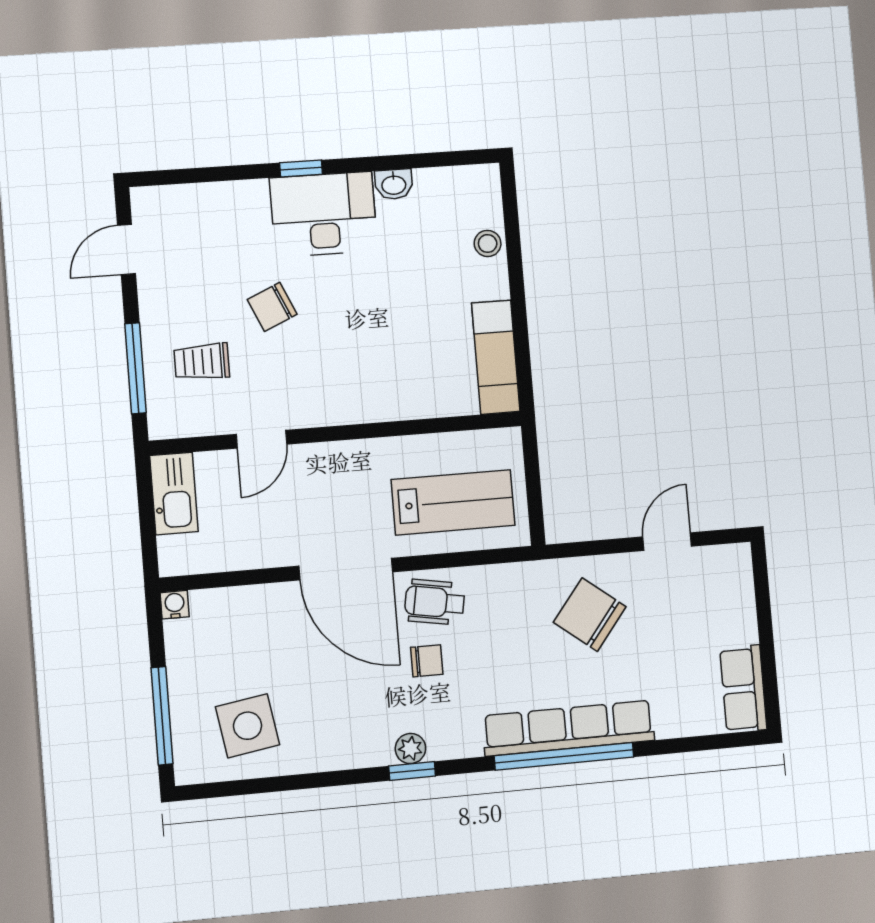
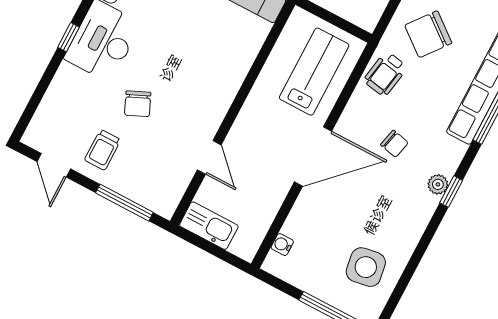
trolley: (202, 362) -> (103, 150), moved
wheelchair: (435, 602) -> (385, 74), moved
water cooler: (175, 605) -> (282, 245), moved
chair: (427, 661) -> (394, 144), turned 103

